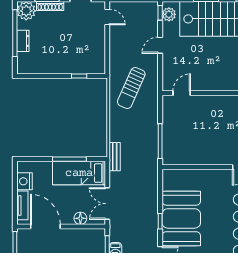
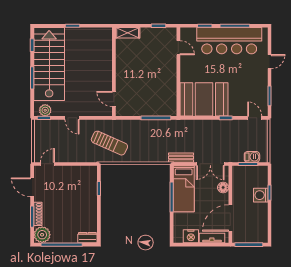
dresser: (23, 41) -> (87, 238), moved
bench: (115, 157) -> (181, 158), moved
booth: (181, 218) -> (204, 99), moved

